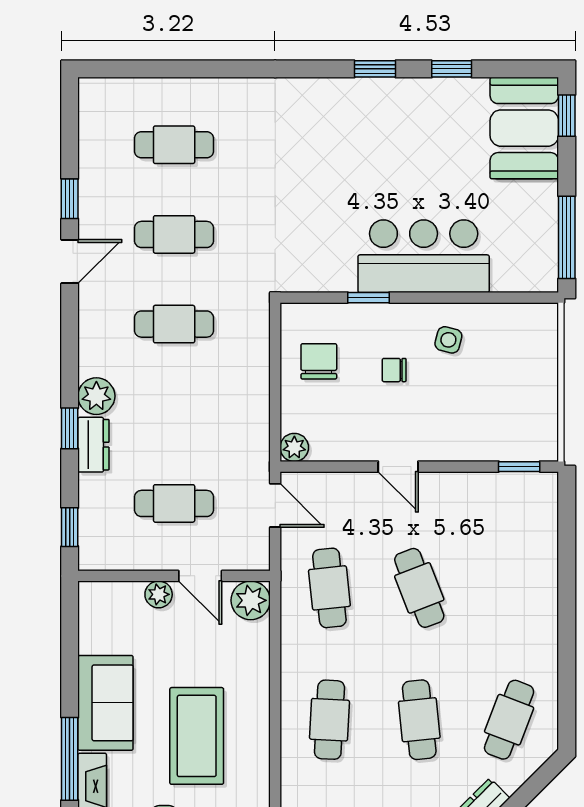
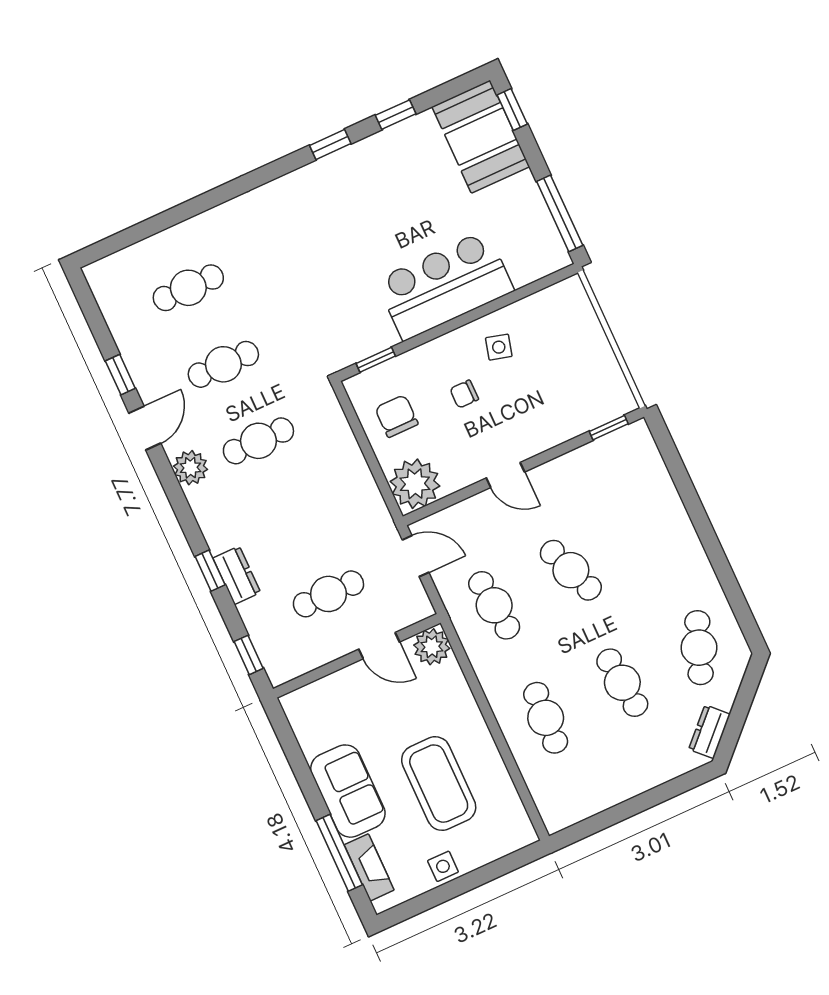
window: (369, 298) -> (376, 360), moved
plant: (96, 396) -> (190, 468), moved
plant: (294, 447) -> (415, 484), width x1.88, depth x1.88
plant: (159, 594) -> (351, 678), removed

